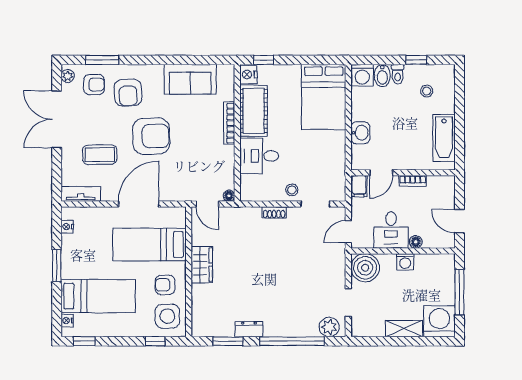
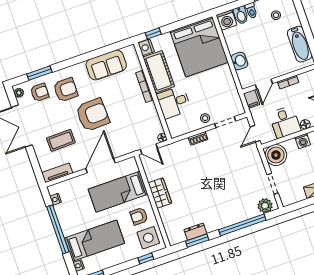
armchair: (128, 93) -> (66, 90), turned -87
bed: (324, 97) -> (199, 47), width x1.36
window: (57, 266) -> (58, 229), width x2.11
dresser: (249, 329) -> (195, 232), moved

